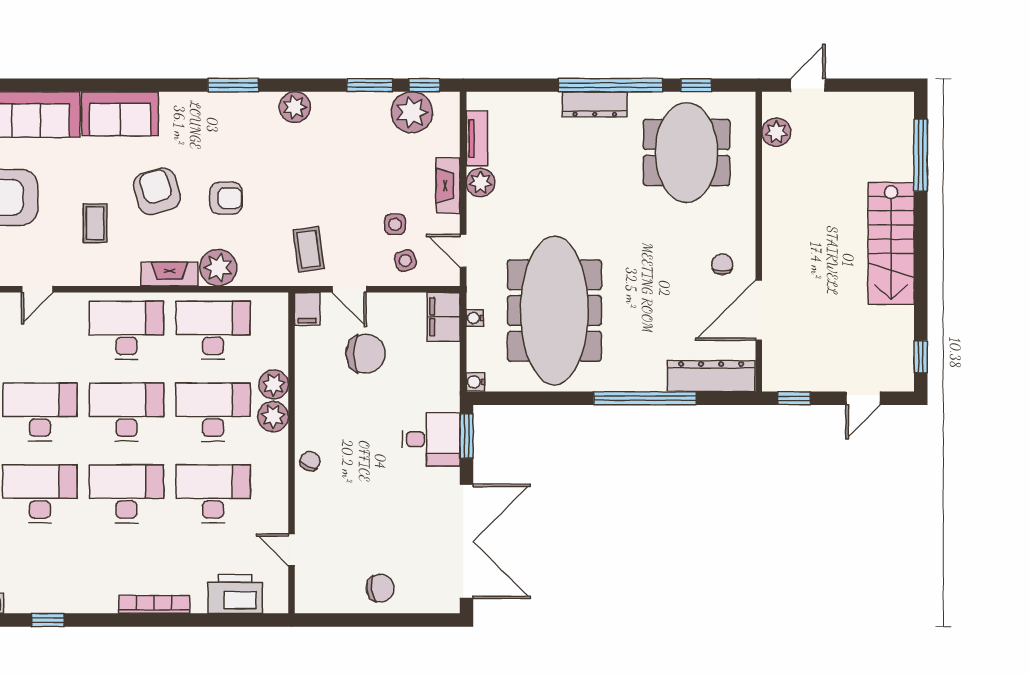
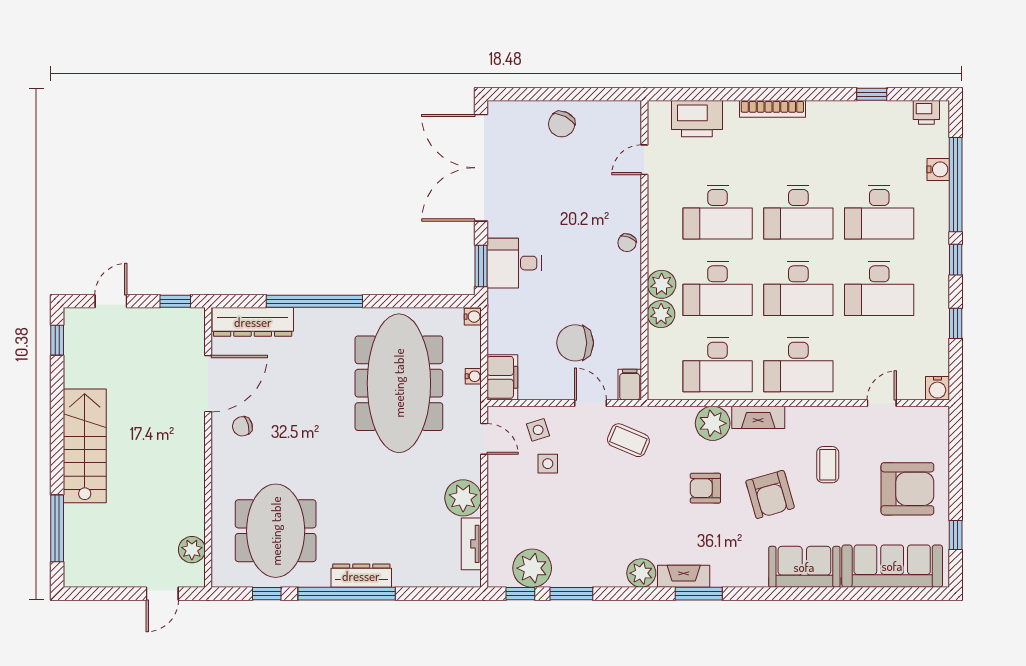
plant: (481, 182) -> (463, 498), width x1.36, depth x1.36
fireplace: (448, 186) -> (684, 576), moved, turned -90
coffee table: (309, 249) -> (628, 440), turned -59
chair: (722, 264) -> (242, 426), turned 75
door: (291, 550) -> (644, 160), swing flipped
chair: (380, 588) -> (562, 124), turned -56

